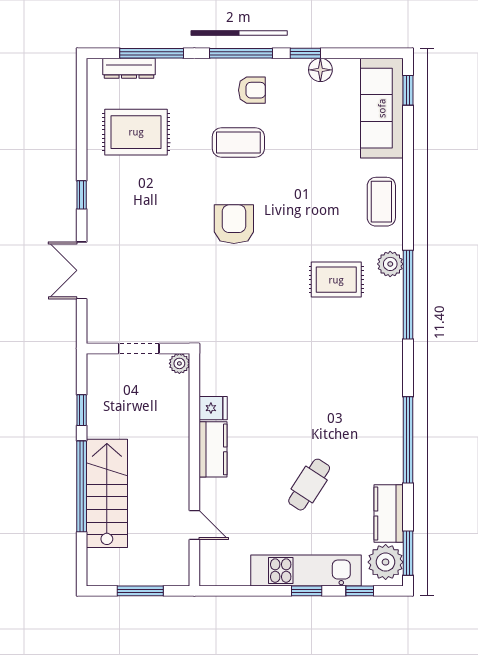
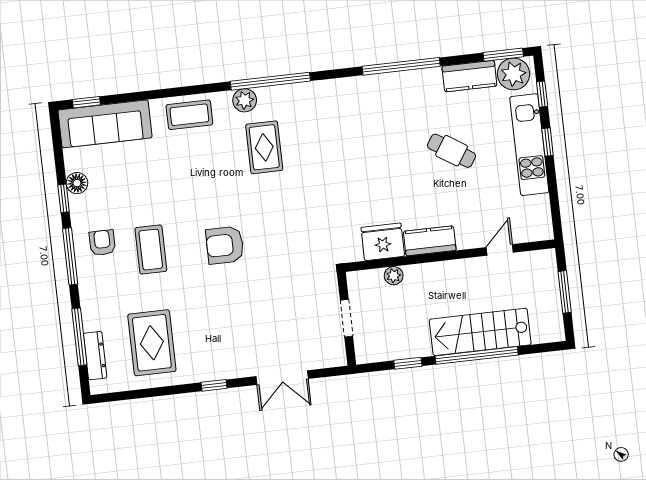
plant: (179, 363) -> (394, 276), moved
fridge: (213, 408) -> (383, 242), width x1.88, depth x1.34

